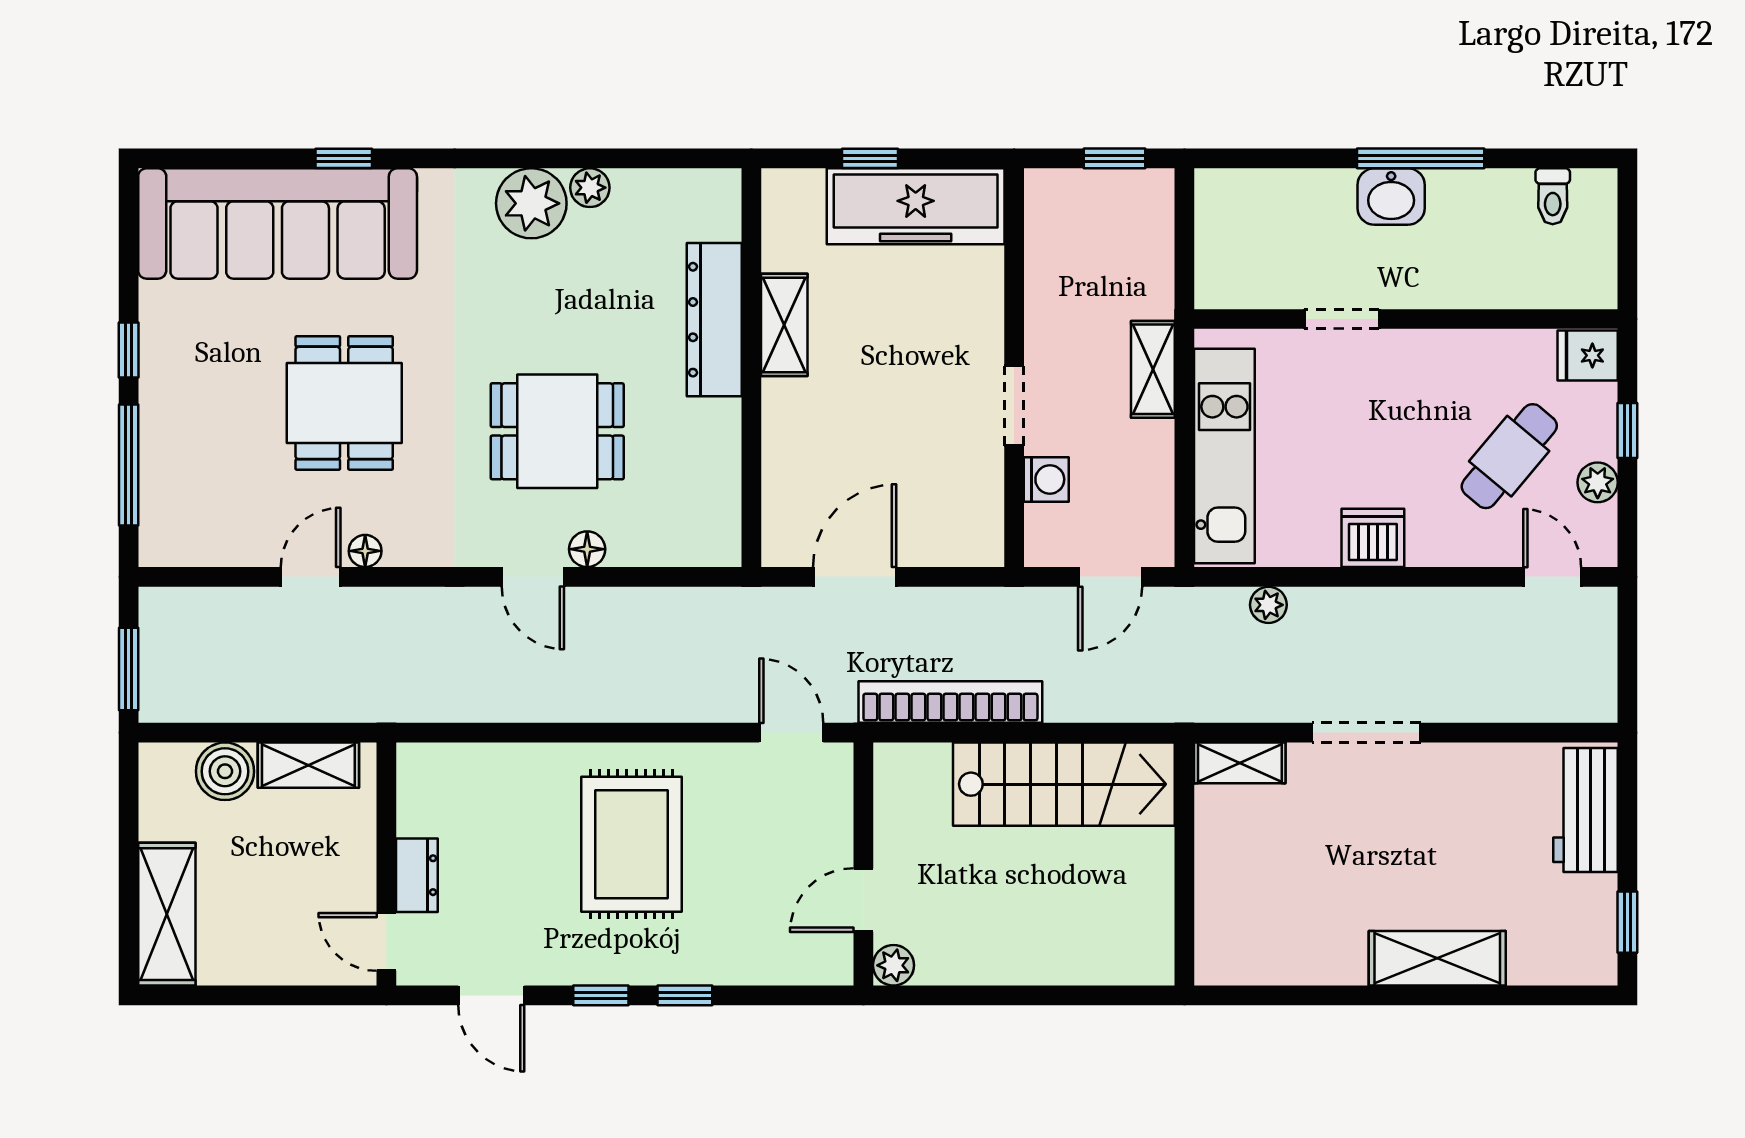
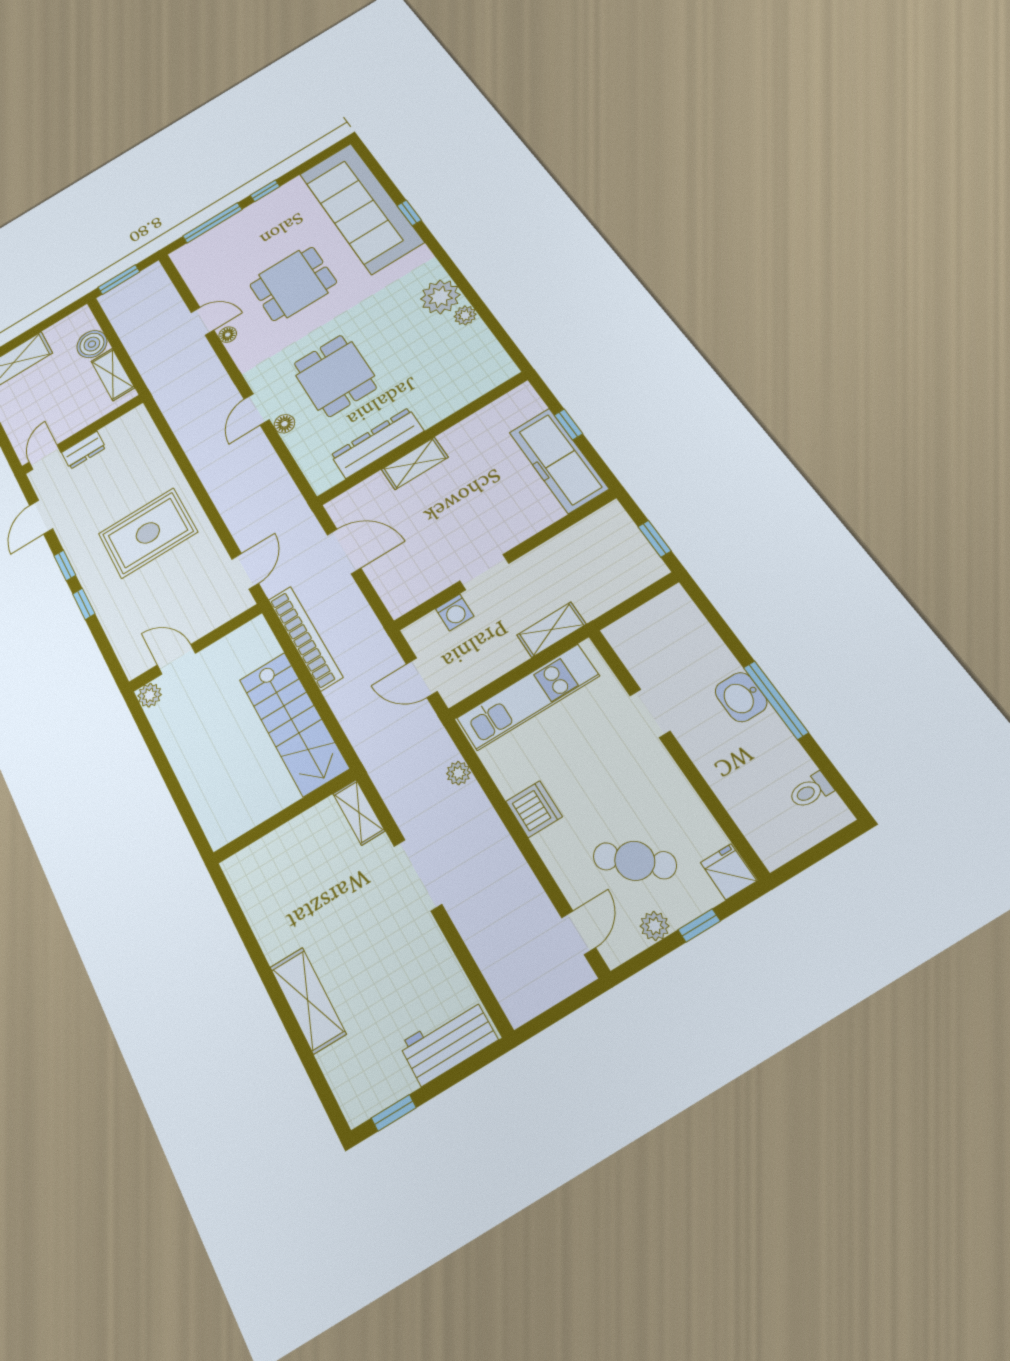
dresser: (714, 320) -> (377, 443), moved
shelving: (784, 325) -> (415, 463), moved

